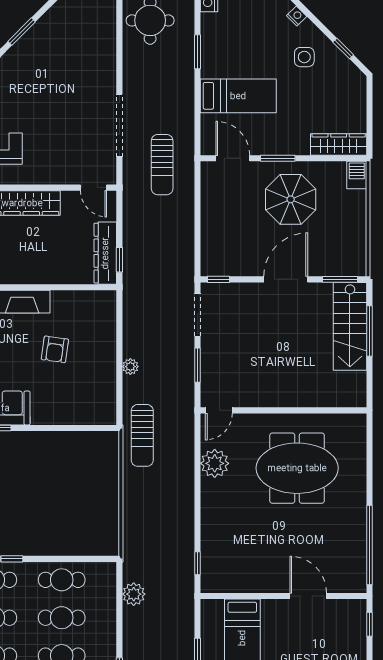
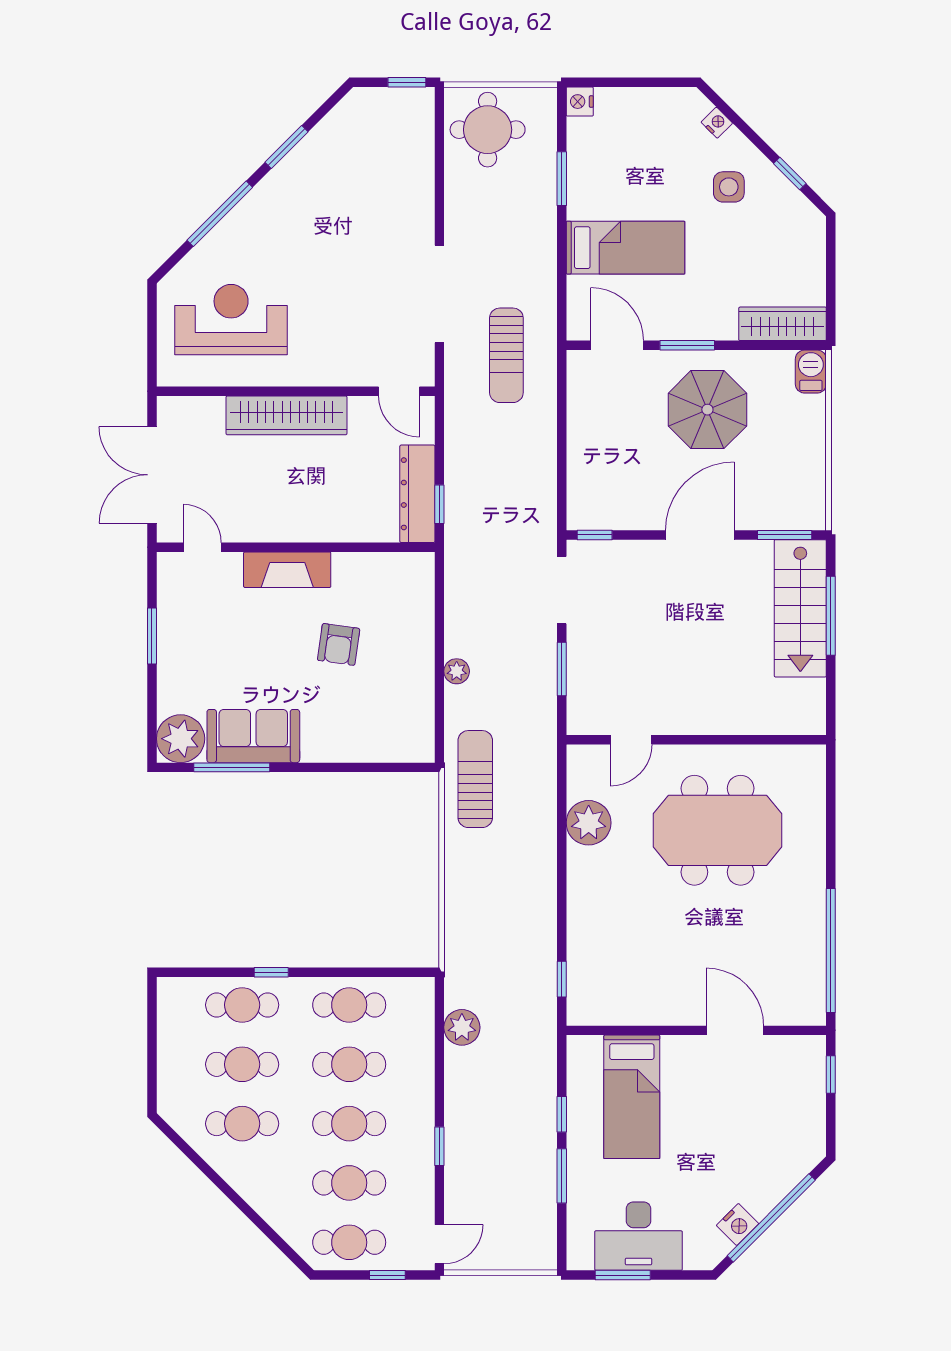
door: (219, 410) -> (631, 740), moved
sun lounger: (142, 435) -> (475, 779), turned 180

